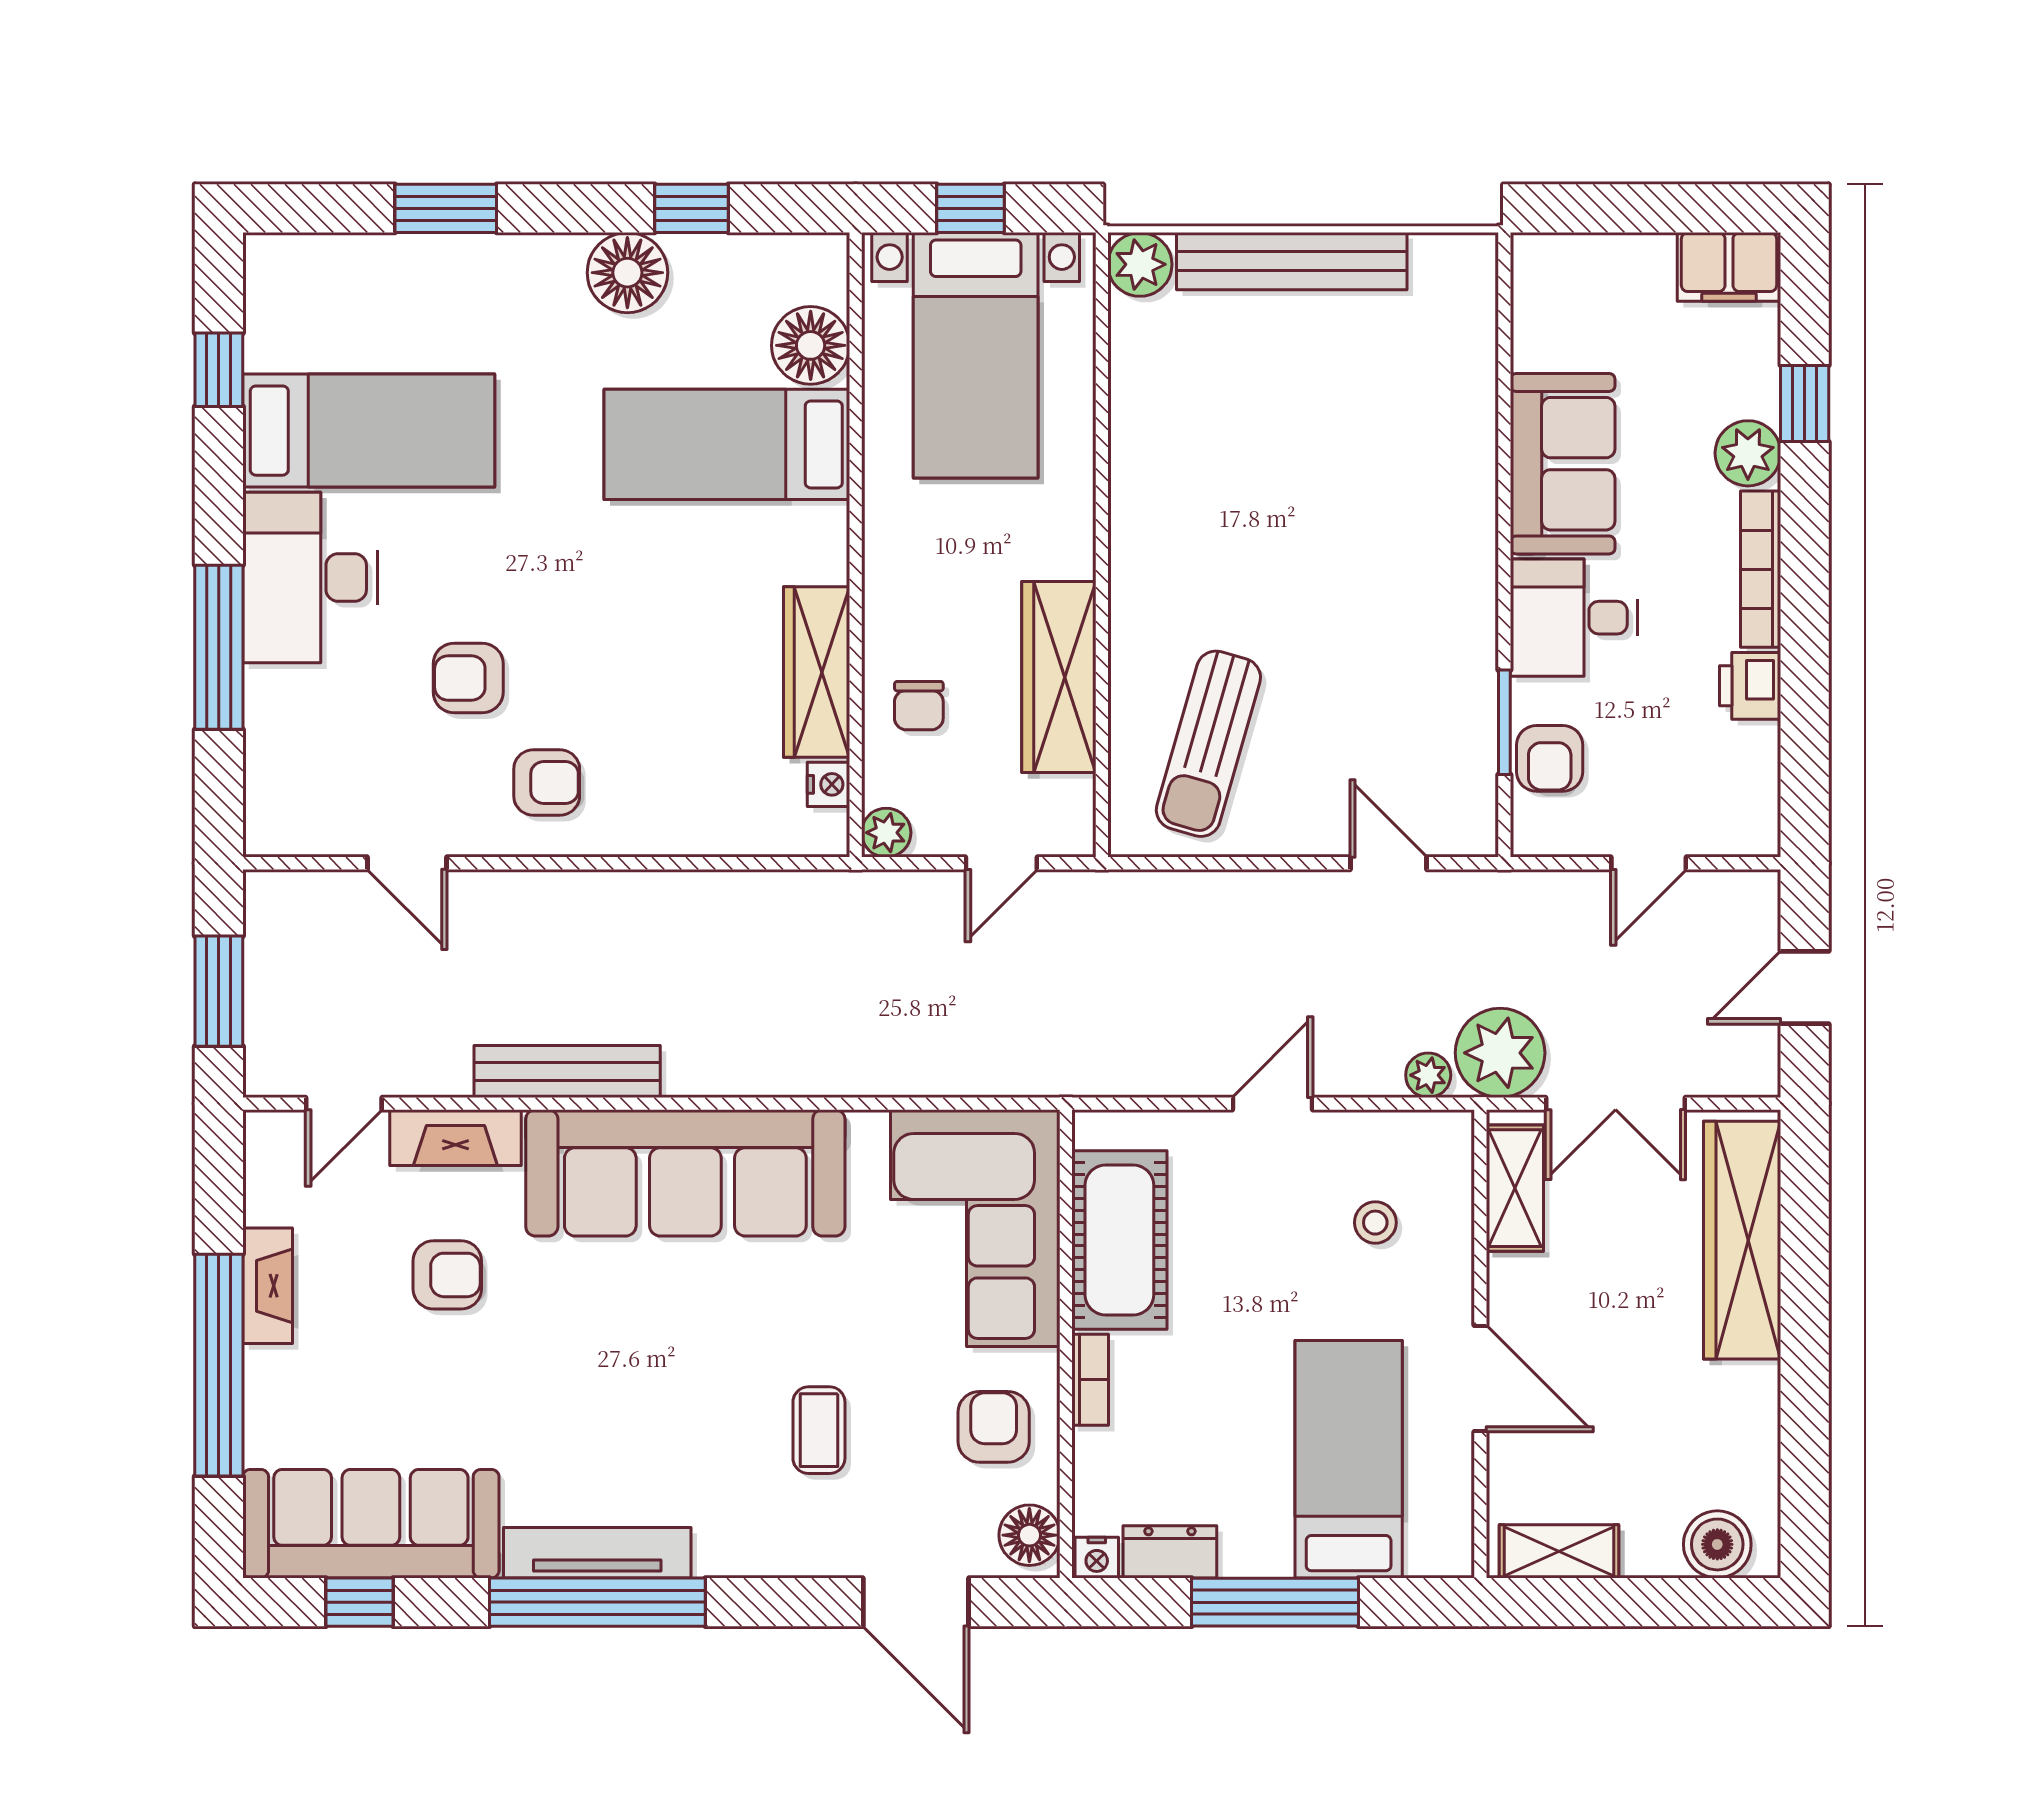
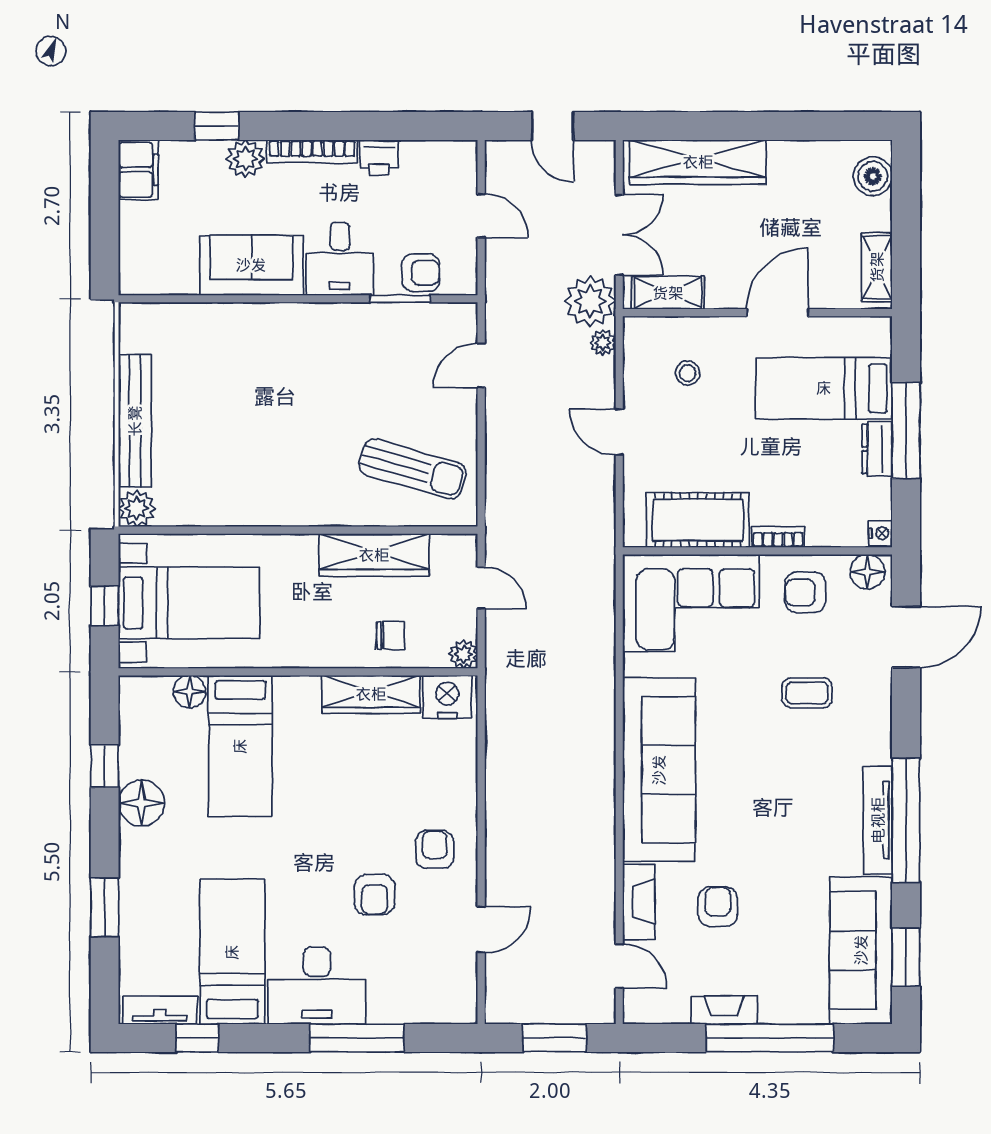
tv unit: (268, 304) -> (160, 1010), added
floor lamp: (811, 345) -> (189, 692), width x0.73, depth x0.73
nightstand: (829, 784) -> (447, 697), width x1.89, depth x1.79
bench: (567, 1071) -> (601, 838), removed
dresser: (1170, 1552) -> (877, 449), moved
window: (360, 1602) -> (906, 957), width x1.50

